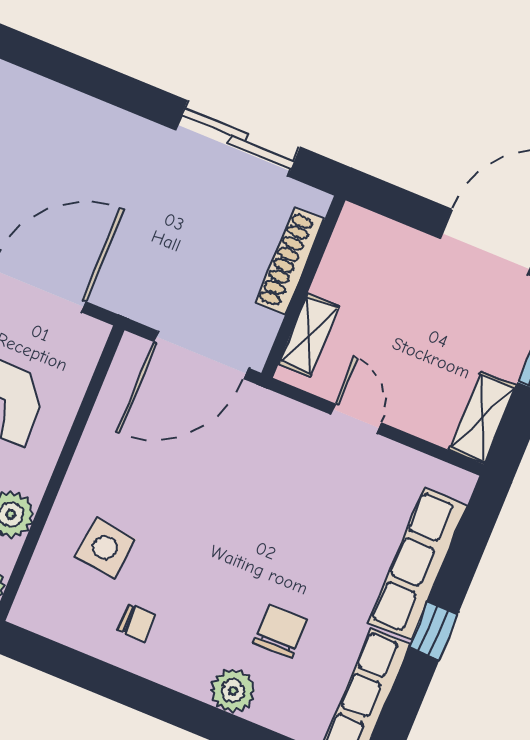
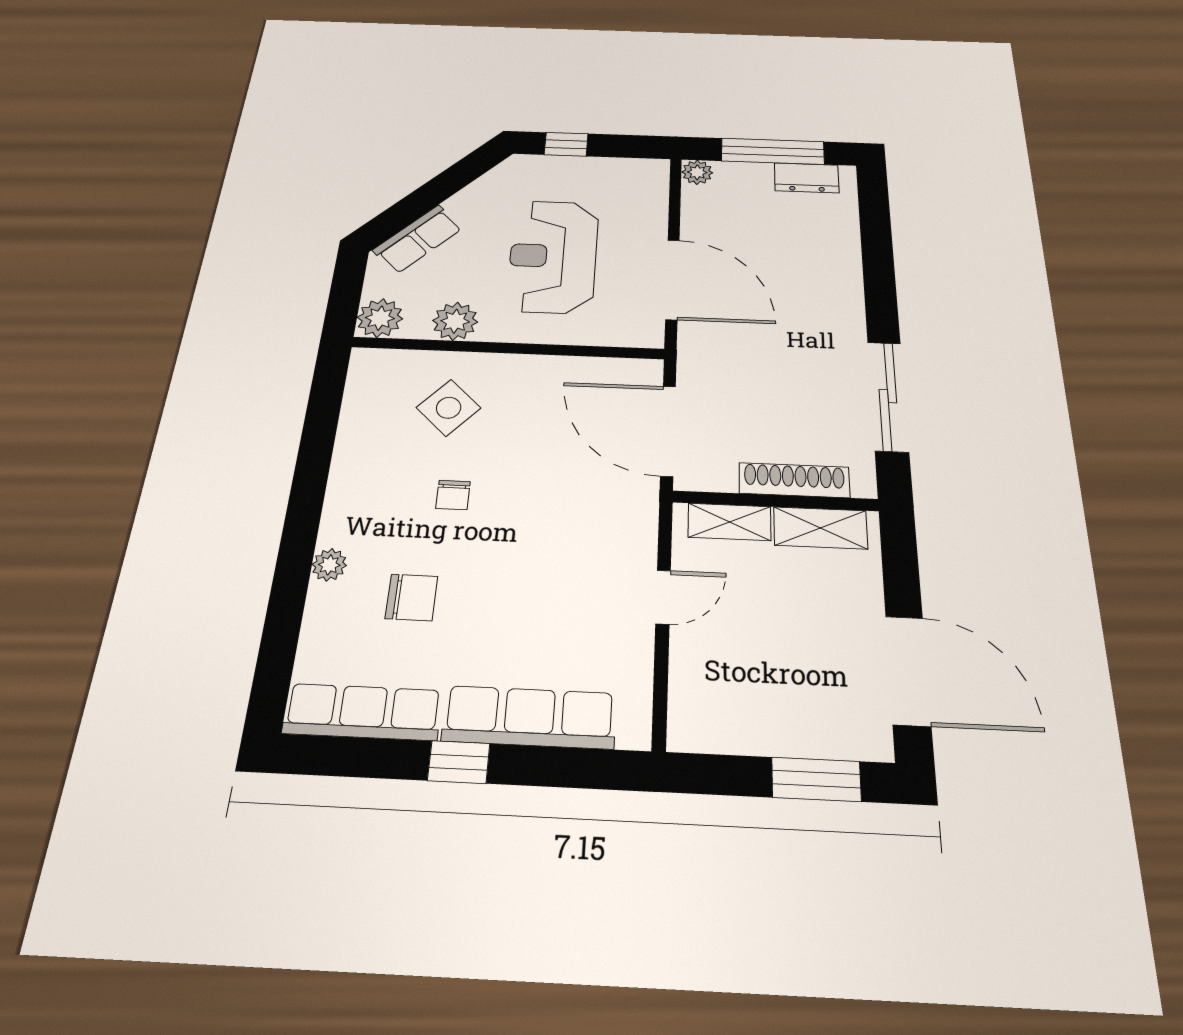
shelving: (483, 418) -> (820, 528), moved
side table: (105, 548) -> (449, 408), turned 36
chair: (136, 623) -> (453, 495), moved
plant: (233, 691) -> (329, 565), width x0.73, depth x0.73

